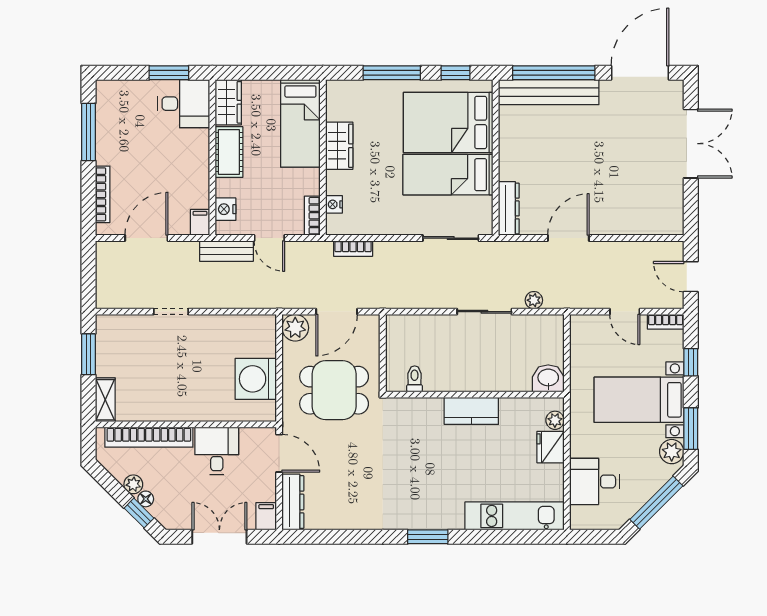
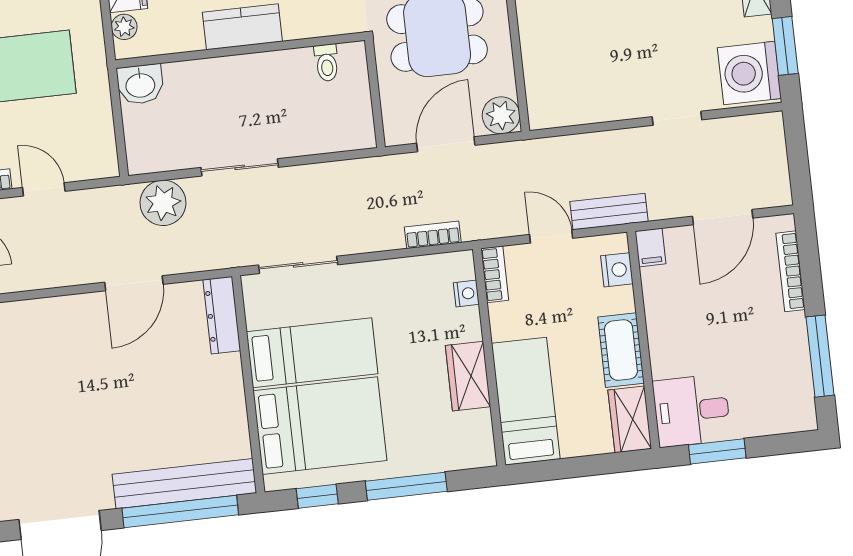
plant: (534, 300) -> (163, 203), width x1.88, depth x1.88
washing machine: (256, 379) -> (749, 73), moved, turned 180

